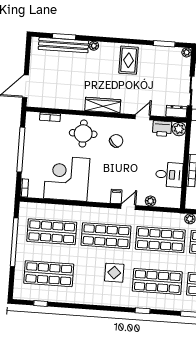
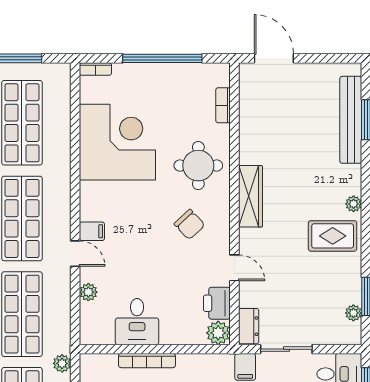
plant: (94, 46) -> (354, 204), moved
plant: (187, 52) -> (353, 313), moved

